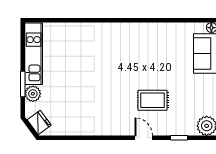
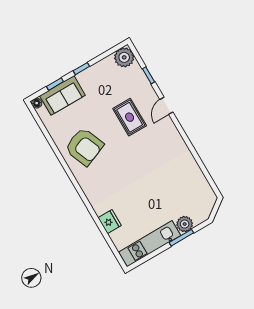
armchair: (150, 46) -> (84, 147), added
fridge: (39, 122) -> (110, 222), moved, turned 126

